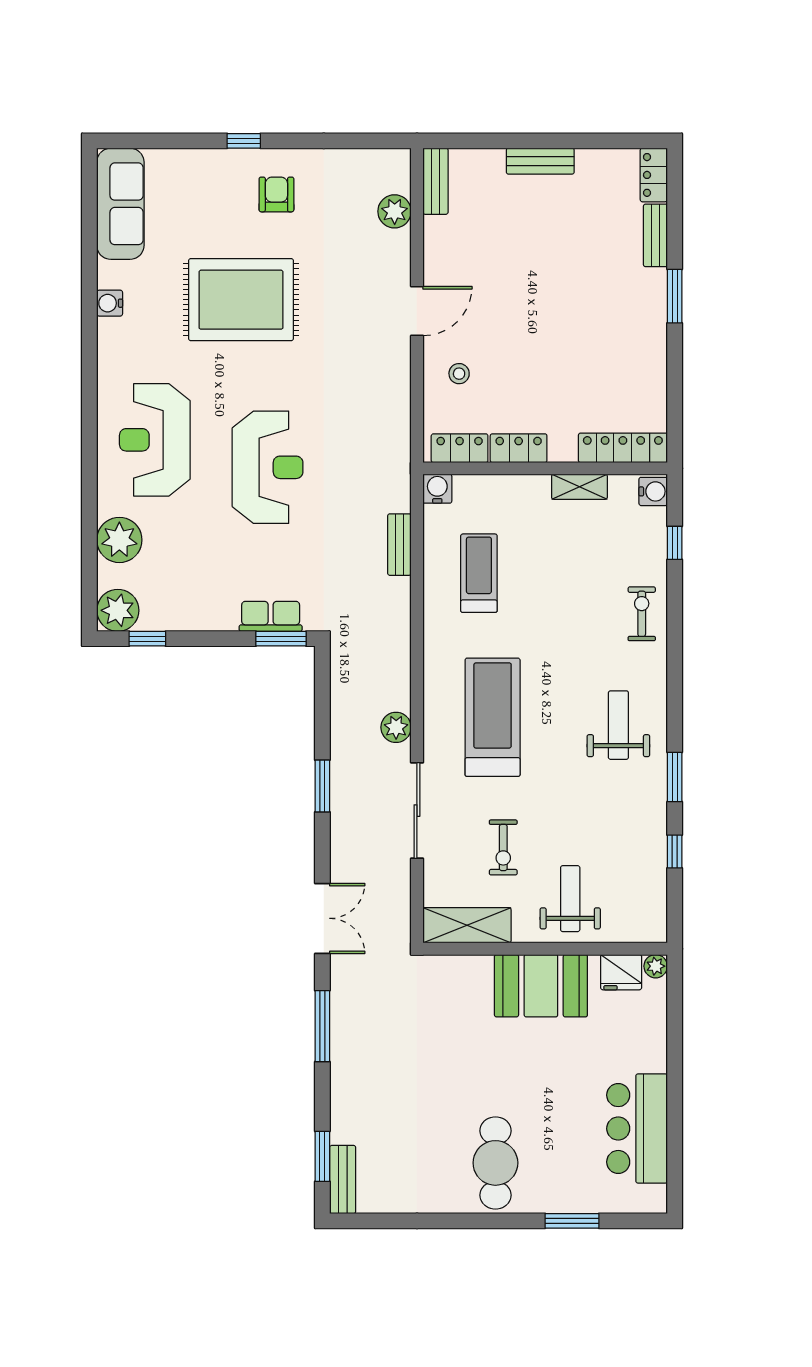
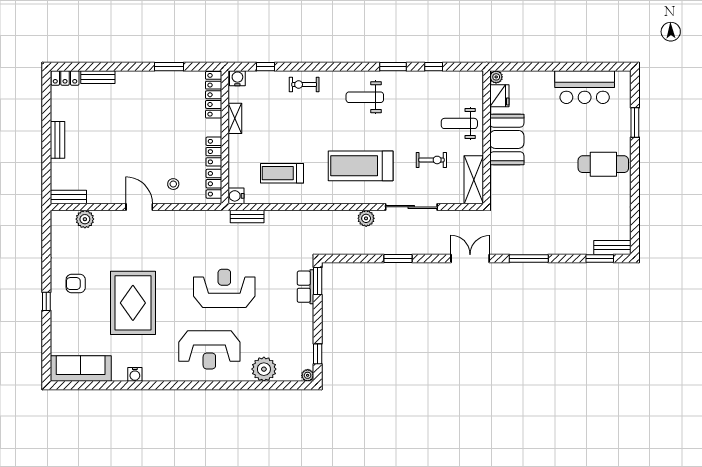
window: (675, 296) -> (169, 67), moved
bench: (399, 545) -> (247, 217), moved
plant: (118, 610) -> (308, 375), width x0.53, depth x0.53

